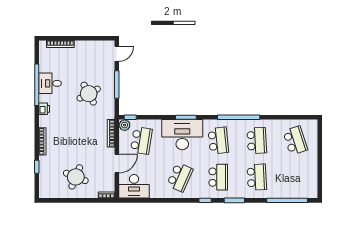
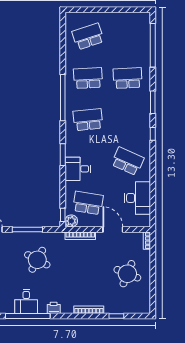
round table: (89, 94) -> (37, 260), turned -34
desk: (182, 135) -> (78, 169), width x0.53, depth x0.77
school desk: (218, 177) -> (128, 120), removed
desk: (134, 186) -> (138, 198), moved

